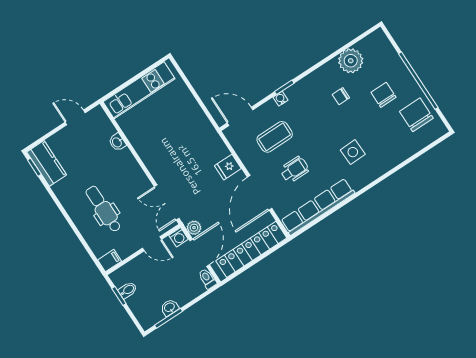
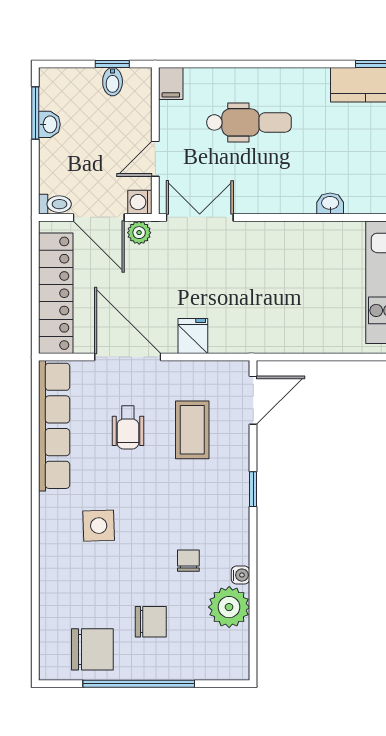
water cooler: (281, 99) -> (240, 575), moved

